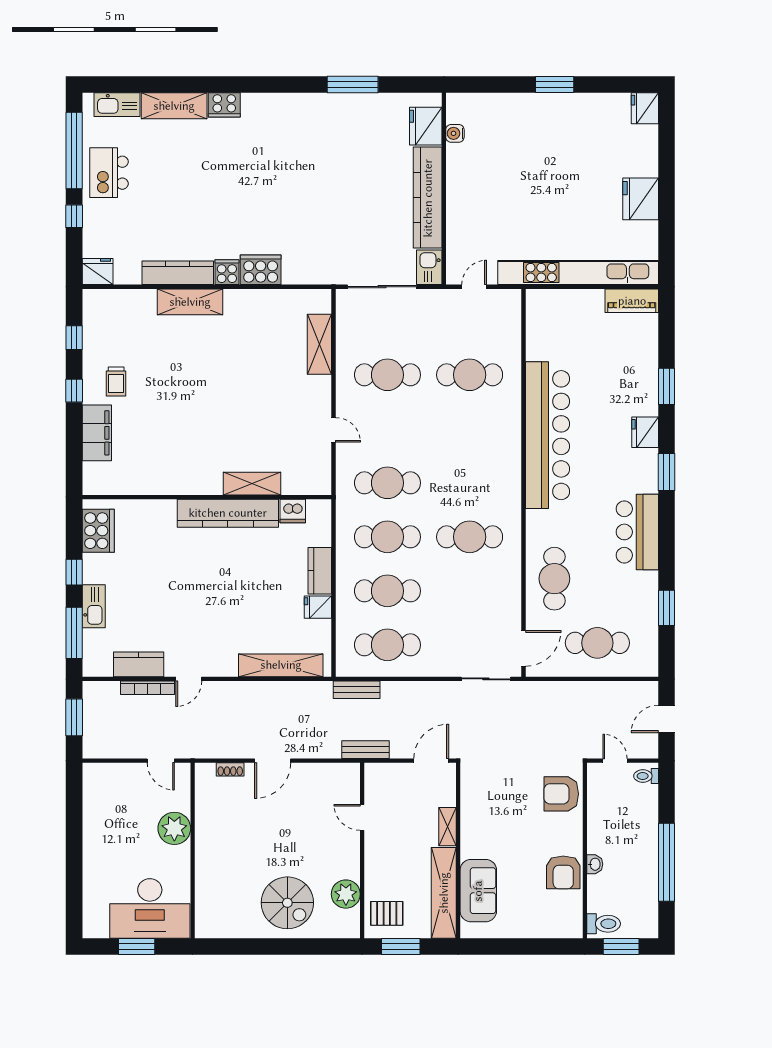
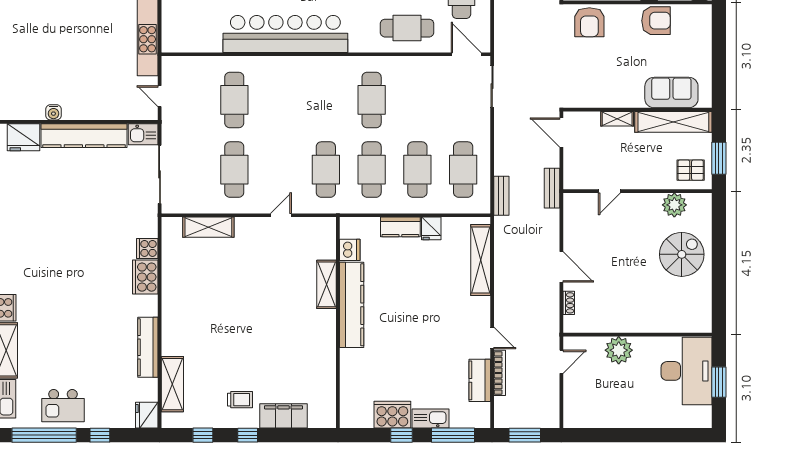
water cooler: (455, 133) -> (53, 112), moved
cooker: (227, 272) -> (147, 248), moved
shelving: (190, 302) -> (172, 384), moved
cooker: (98, 531) -> (392, 415), moved
pallet: (387, 913) -> (691, 170), turned 90

